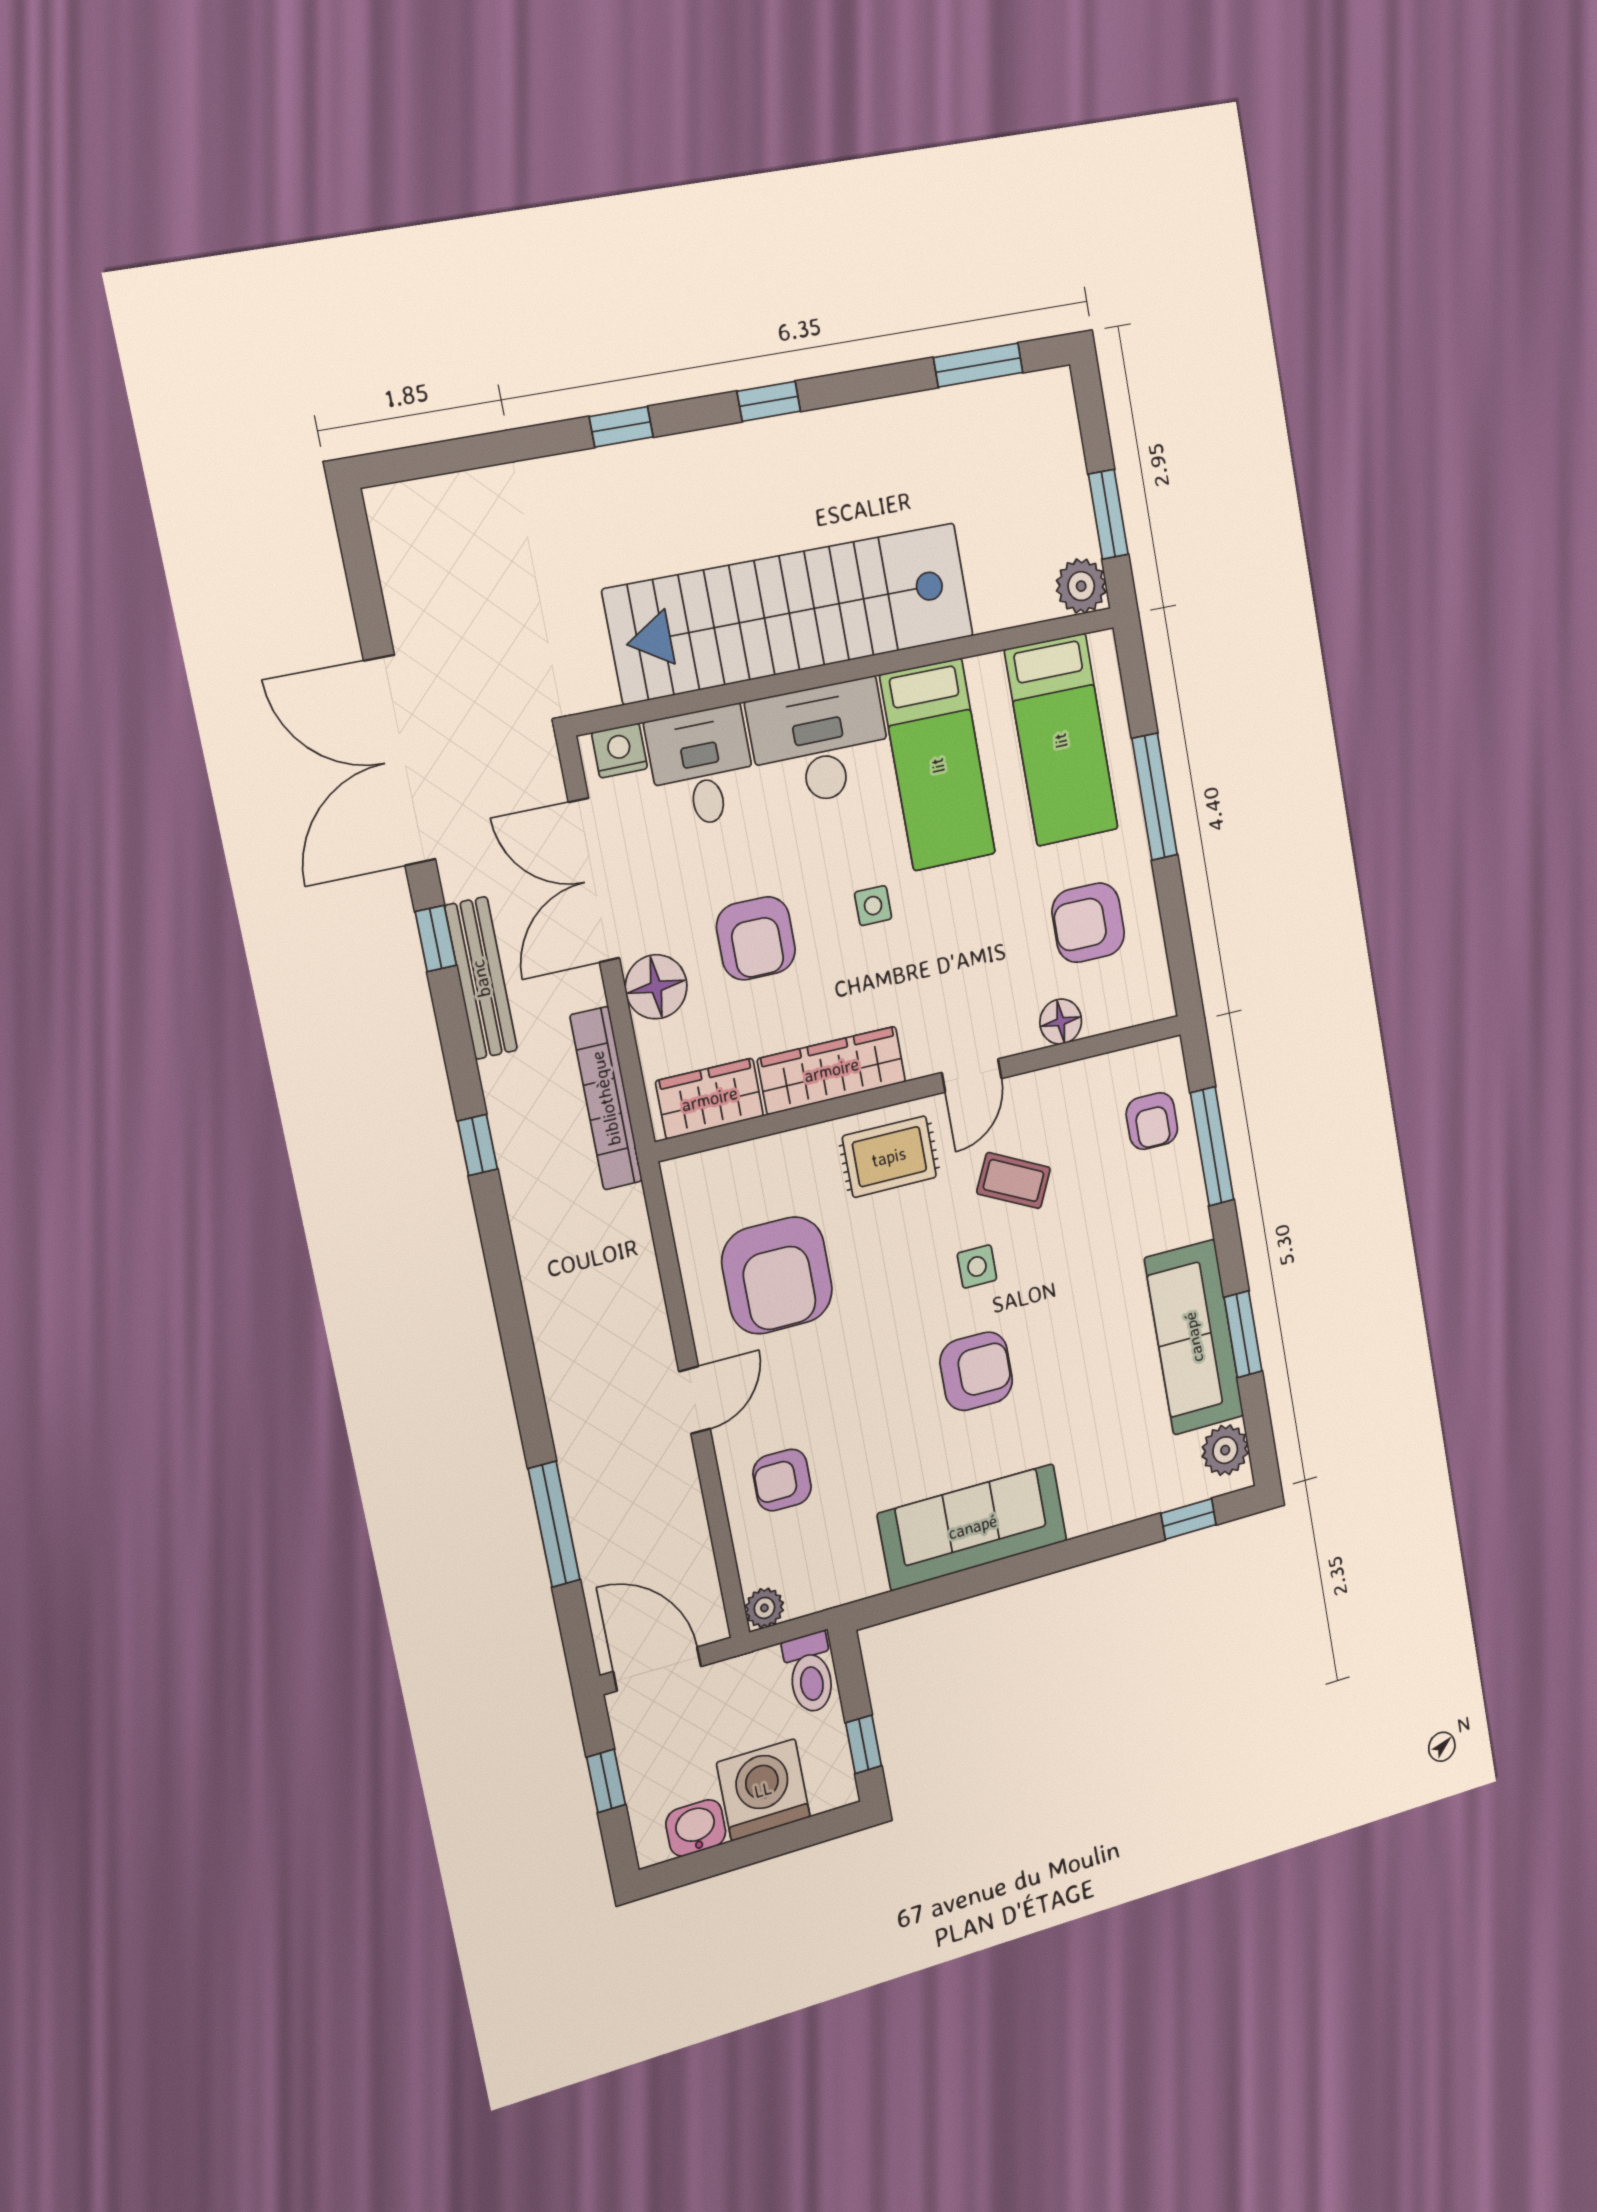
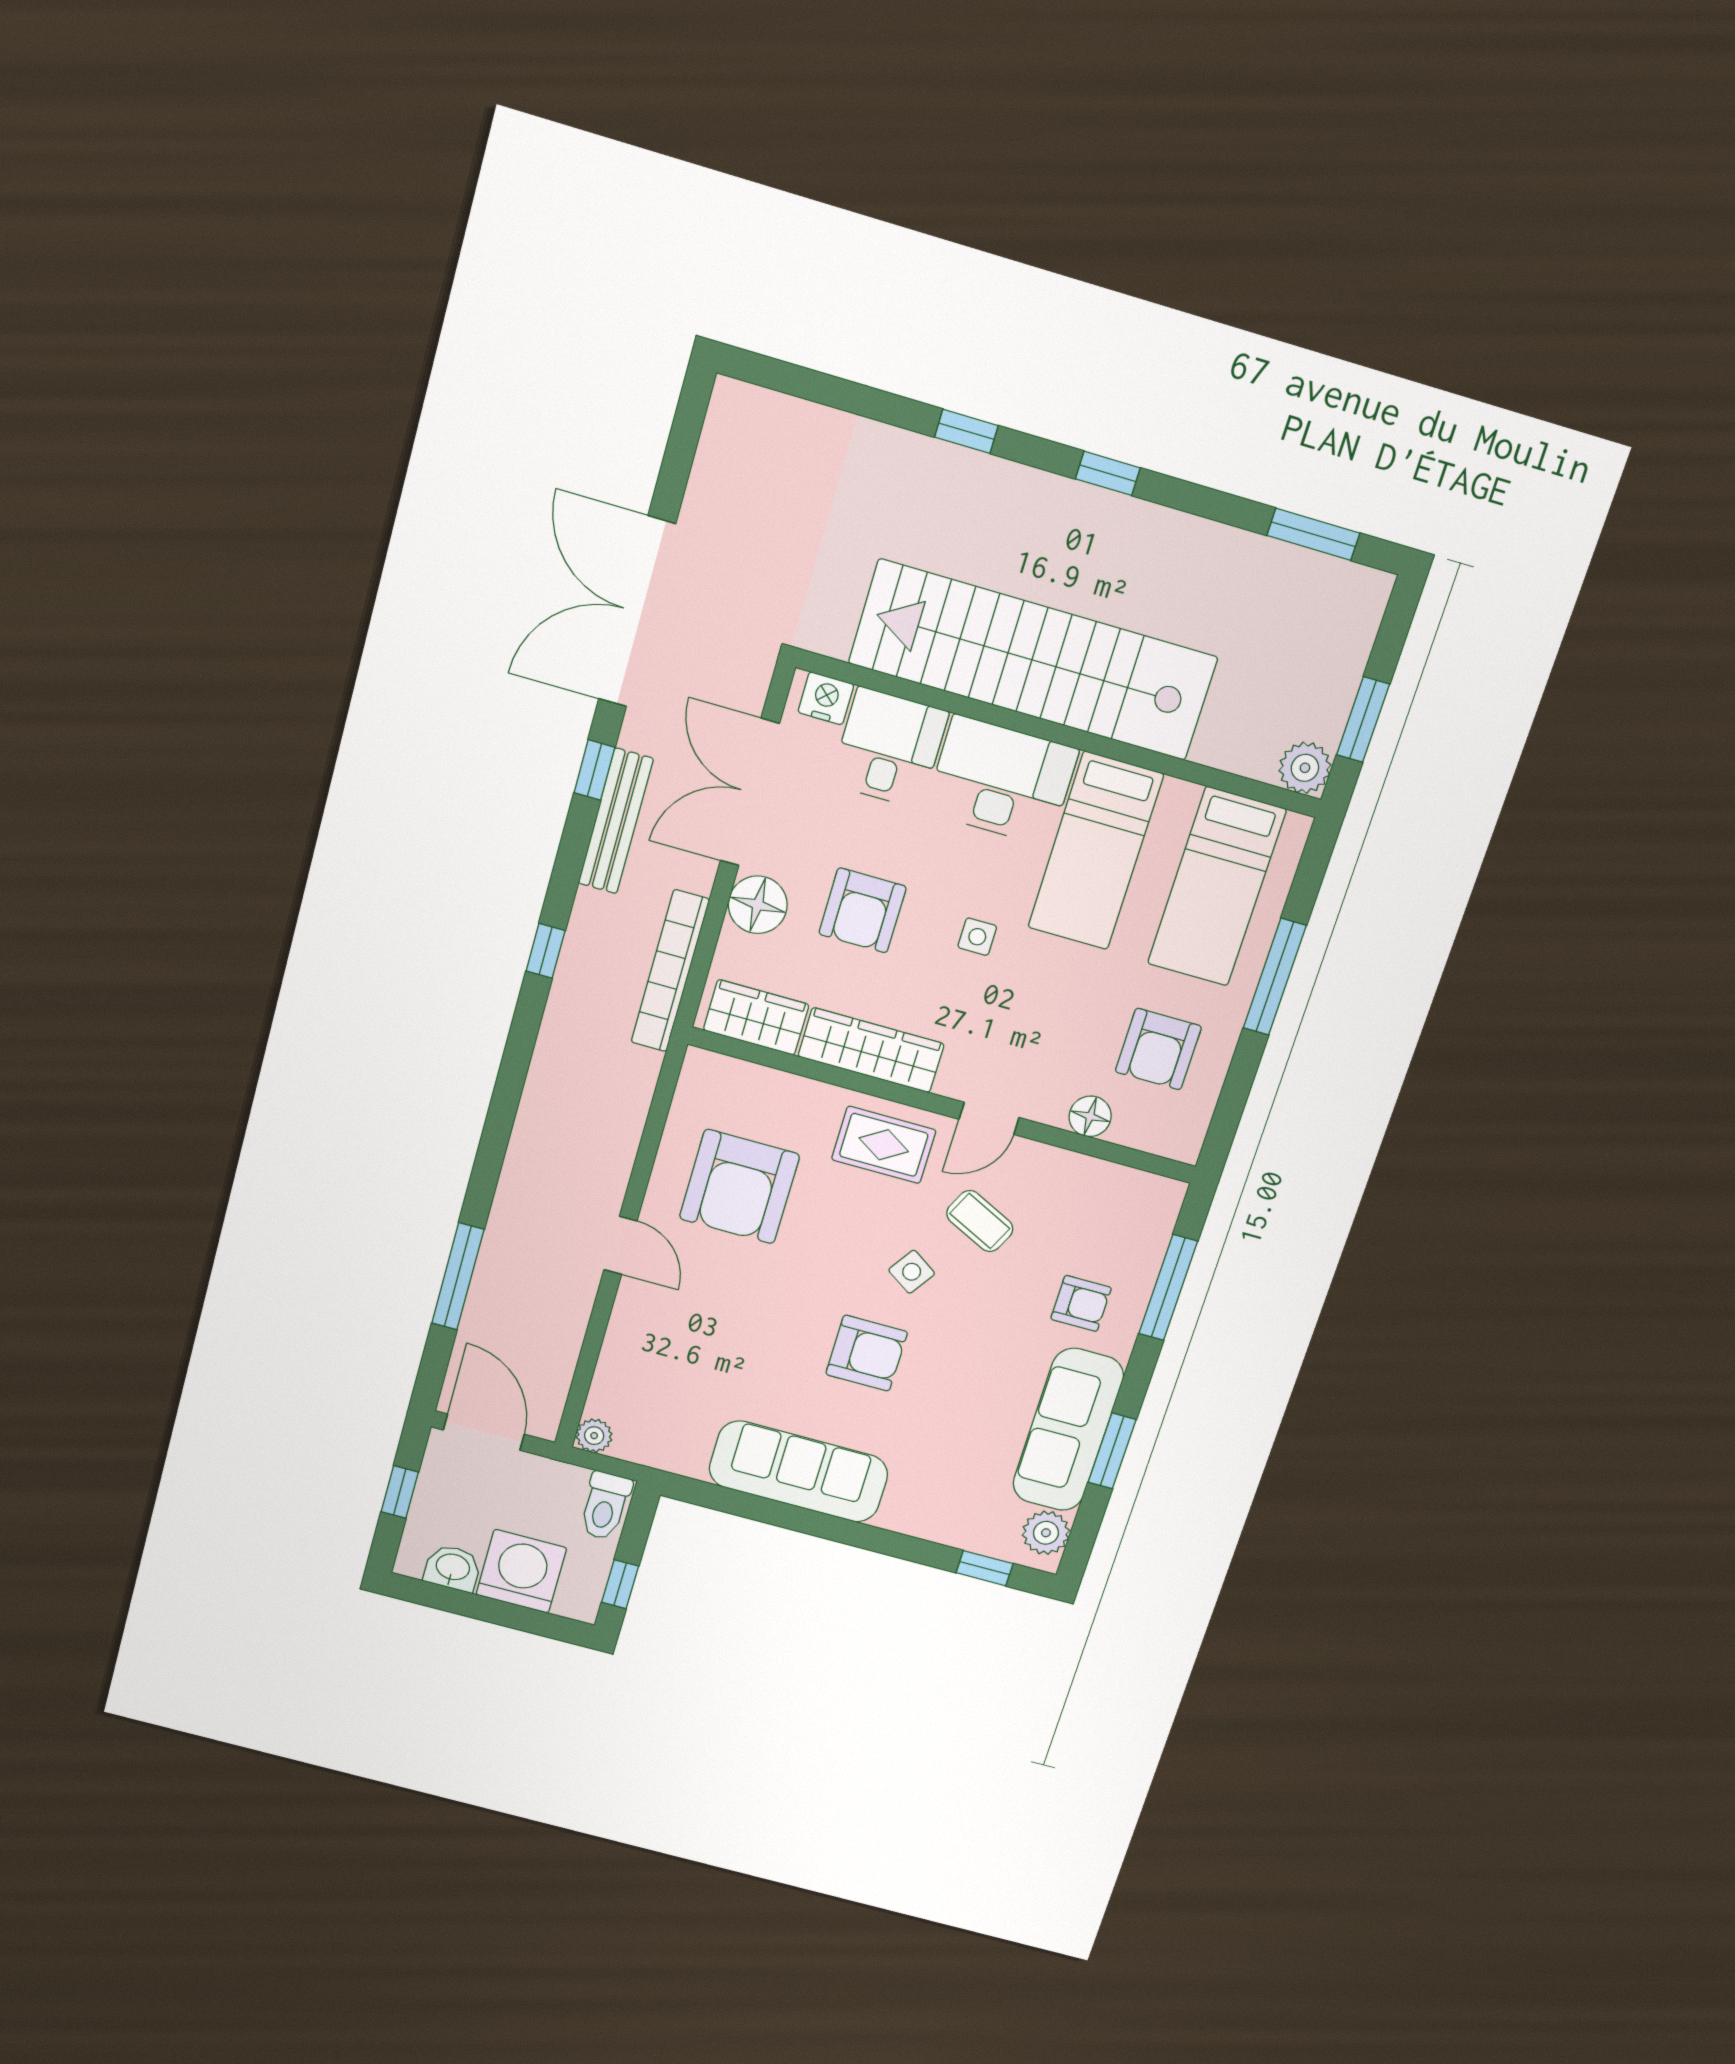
armchair: (1088, 923) -> (1158, 1049), turned -90
armchair: (1152, 1121) -> (1081, 1303), moved, turned -90
side table: (977, 1266) -> (912, 1272), turned 34
door: (695, 1400) -> (621, 1245), hinge flipped
armchair: (782, 1480) -> (660, 1347), removed

